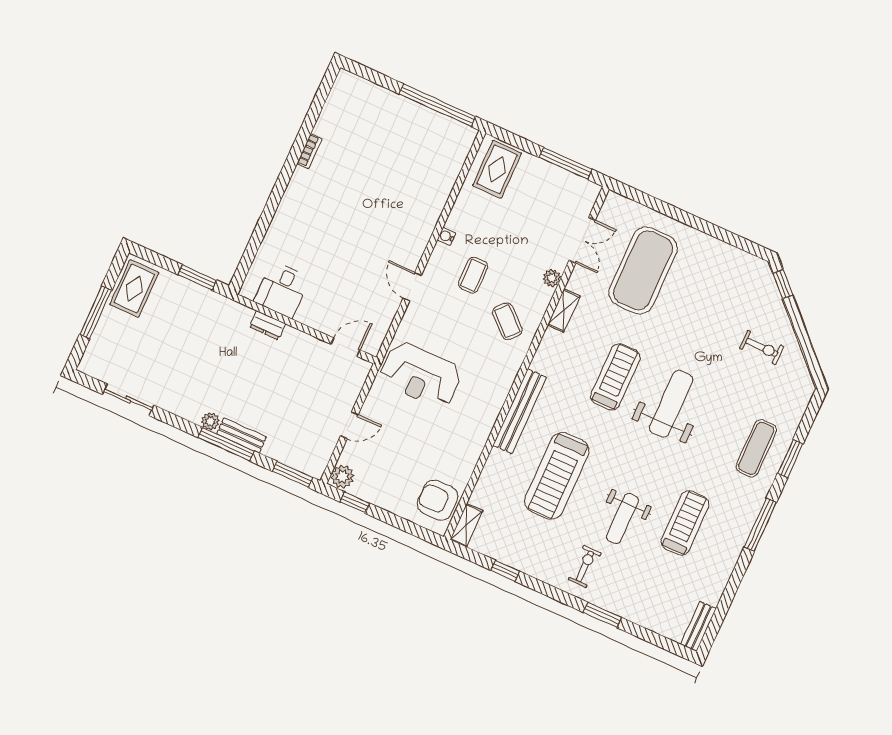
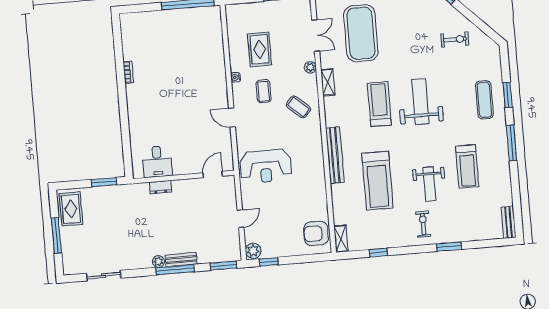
rug: (497, 169) -> (260, 49), moved
treadmill: (685, 523) -> (467, 166), turned 180

